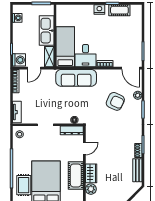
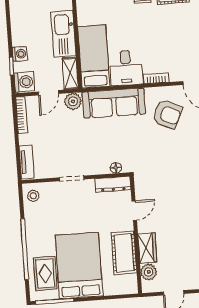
washing machine: (17, 18) -> (20, 54), moved
plant: (50, 75) -> (73, 101), added
armchair: (115, 101) -> (167, 114), moved

